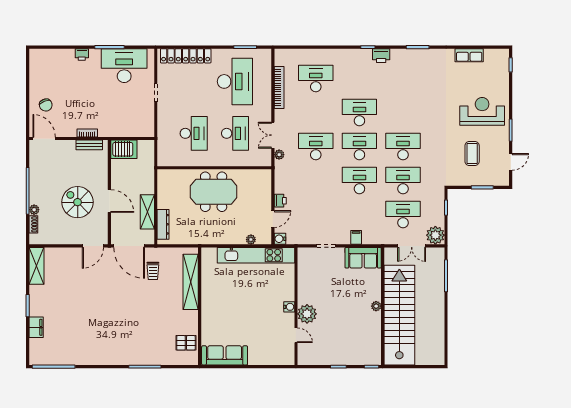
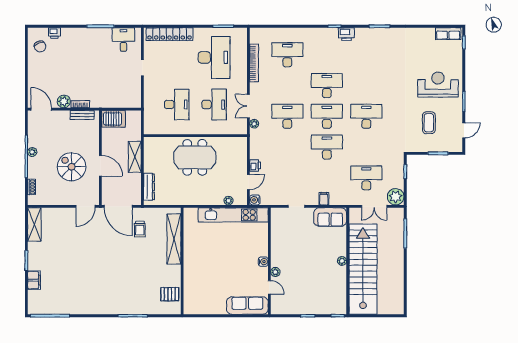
printer: (82, 54) -> (54, 33), moved
row of seats: (469, 55) -> (448, 34), moved
desk: (124, 66) -> (123, 40), width x0.53, depth x0.77
chair: (46, 105) -> (40, 46), moved
plant: (69, 130) -> (64, 101), added
desk: (403, 180) -> (366, 147), removed
plant: (34, 210) -> (32, 152), moved
shelving: (147, 212) -> (135, 157), moved
plant: (307, 314) -> (275, 272), width x0.53, depth x0.53
sofa: (225, 355) -> (247, 306), moved

